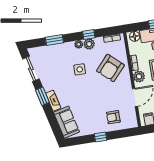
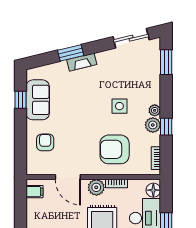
window: (54, 40) -> (166, 62), moved
armchair: (110, 68) -> (115, 149), turned -42
window: (42, 96) -> (71, 53), moved
sofa: (66, 122) -> (38, 100), moved, turned -76
window: (100, 137) -> (20, 100), moved

